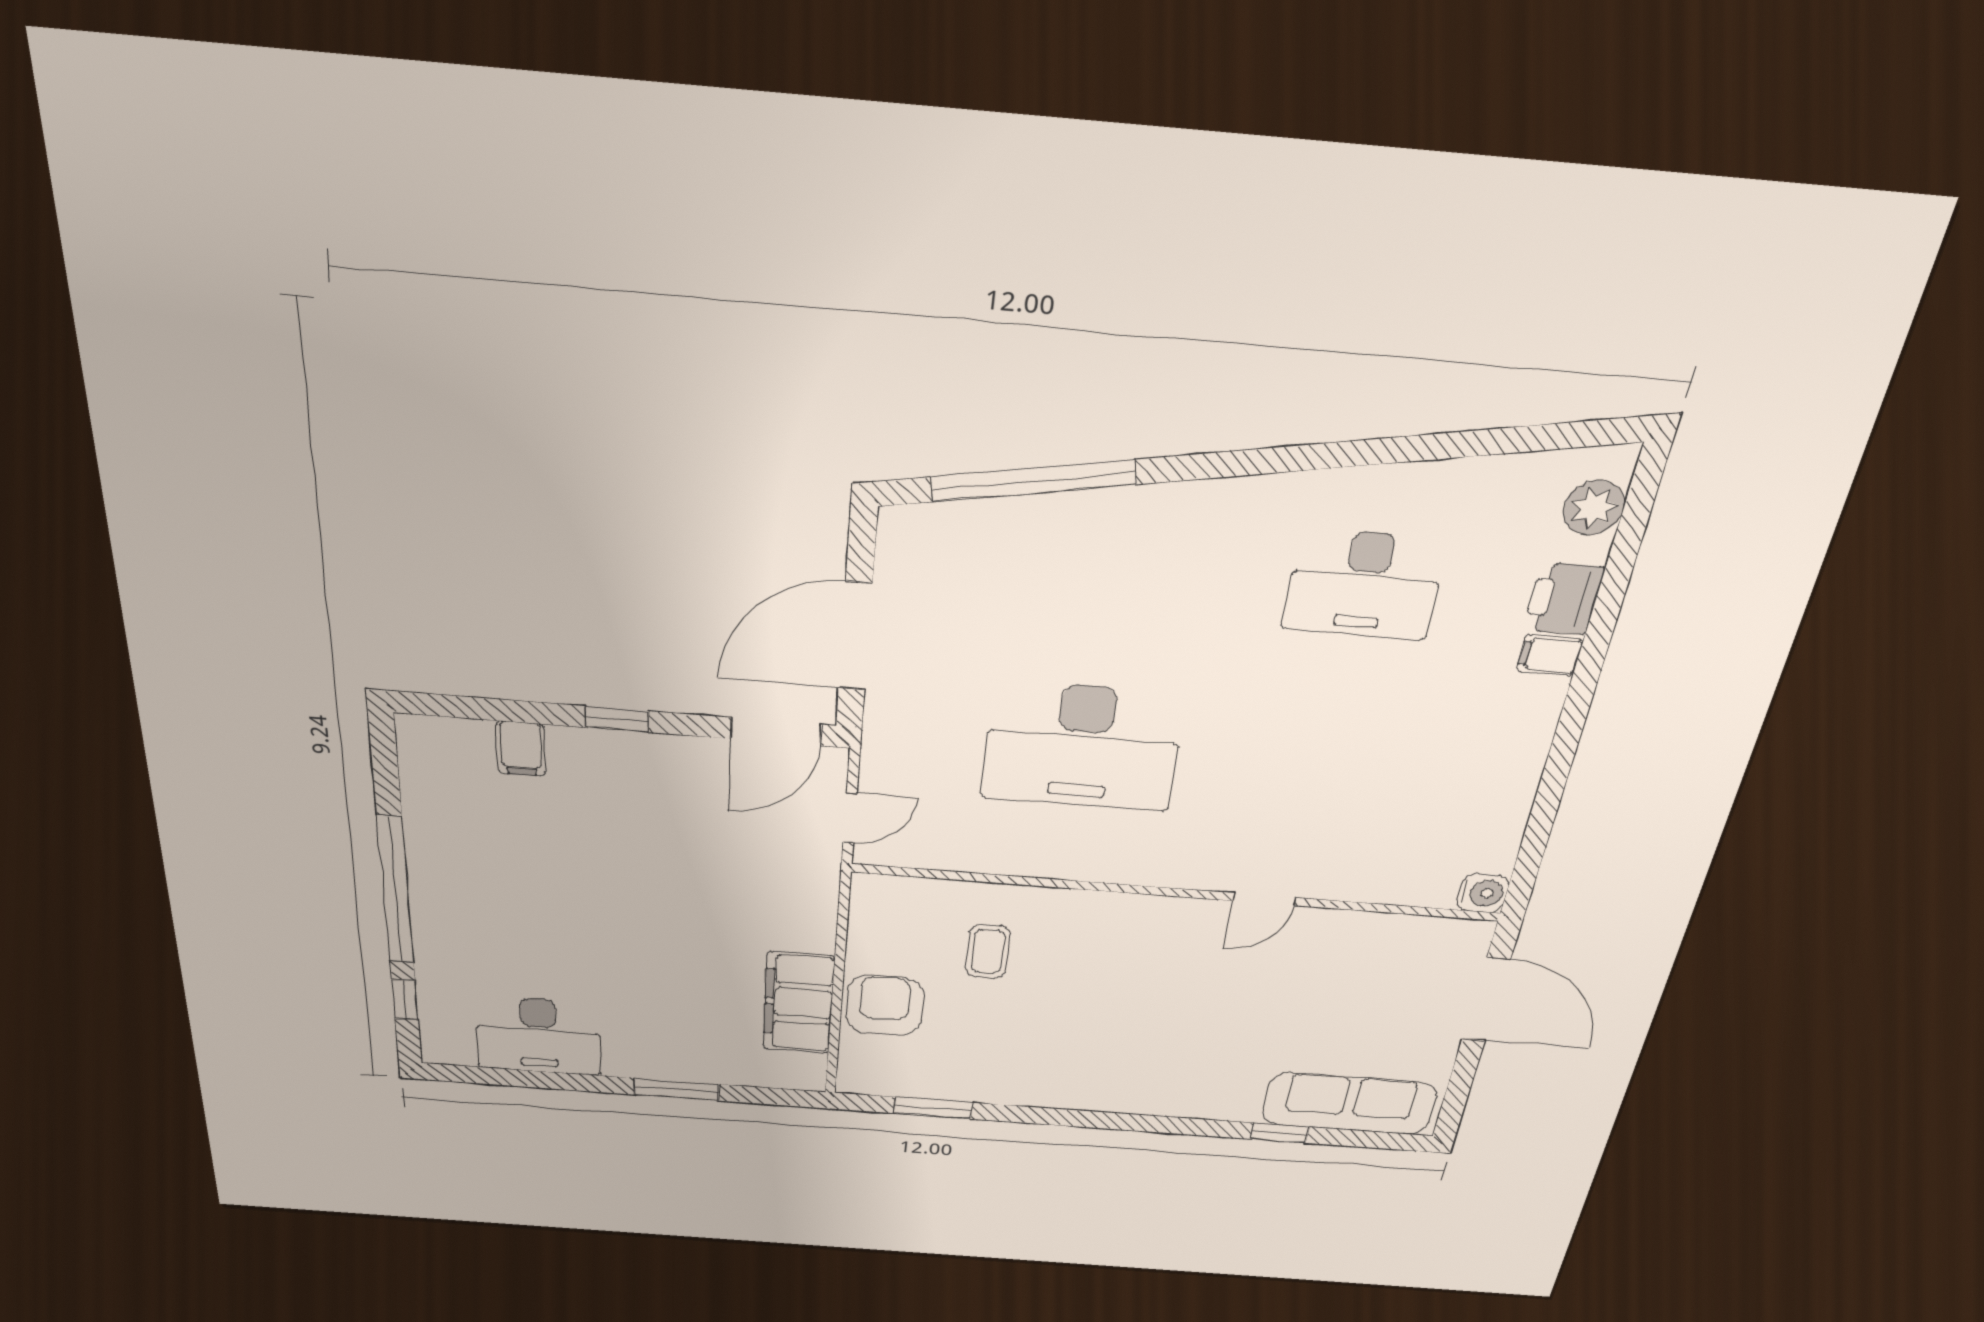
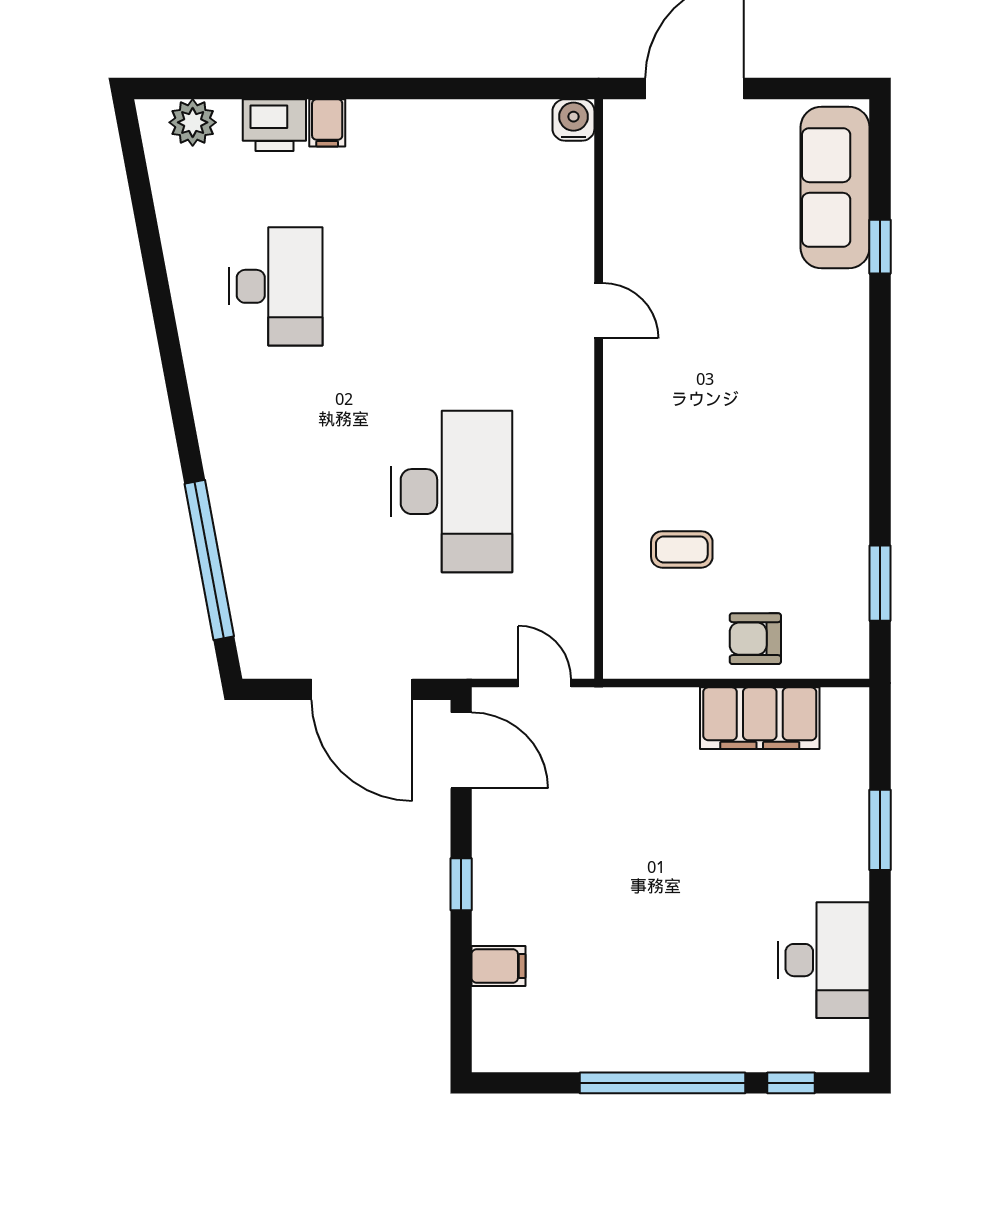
armchair: (884, 1006) -> (755, 639), width x0.72, depth x0.72

